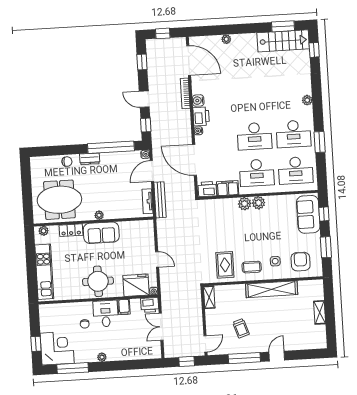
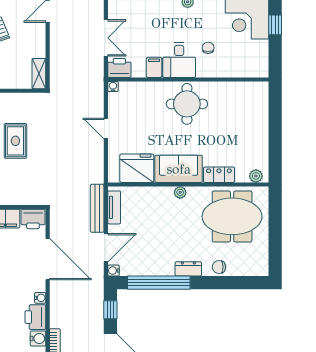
rug: (225, 265) -> (15, 141), moved
kitchen unit: (44, 272) -> (258, 121), removed
fridge: (136, 285) -> (137, 168), moved, turned 180

